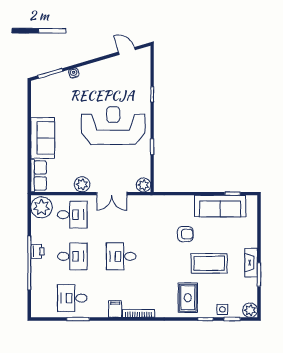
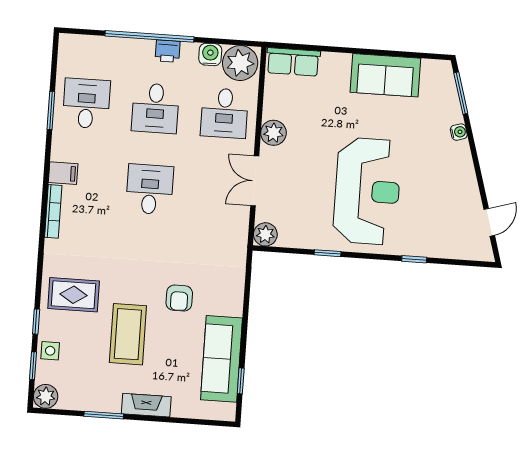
sofa: (43, 138) -> (385, 75), moved
water cooler: (38, 226) -> (210, 54), added
fireplace: (251, 263) -> (146, 405), moved

